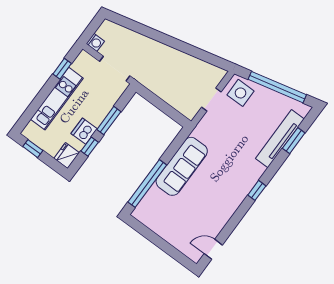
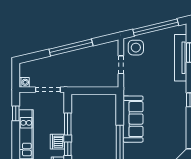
window: (172, 42) -> (71, 47), added

